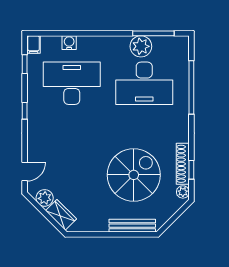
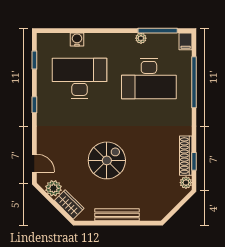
filing cabinet: (34, 44) -> (186, 41), moved
plant: (141, 46) -> (141, 38), width x0.53, depth x0.53
door: (25, 172) -> (34, 163), hinge flipped
spiral stairs: (134, 175) -> (107, 160), moved, width x0.73, depth x0.73
bench: (132, 226) -> (117, 215), moved

